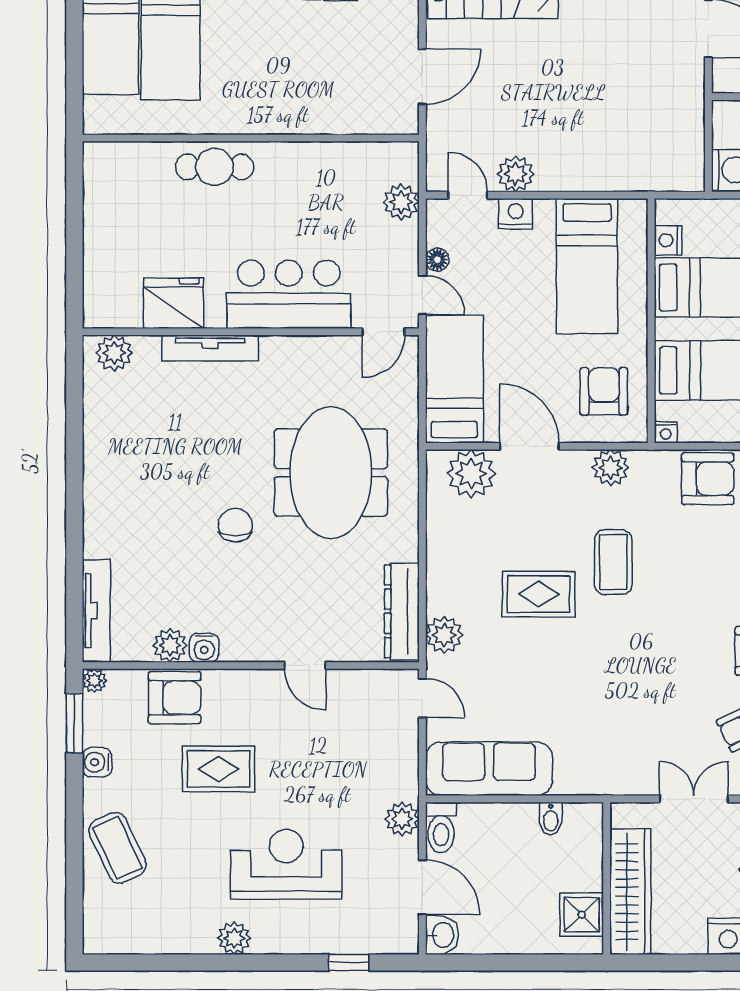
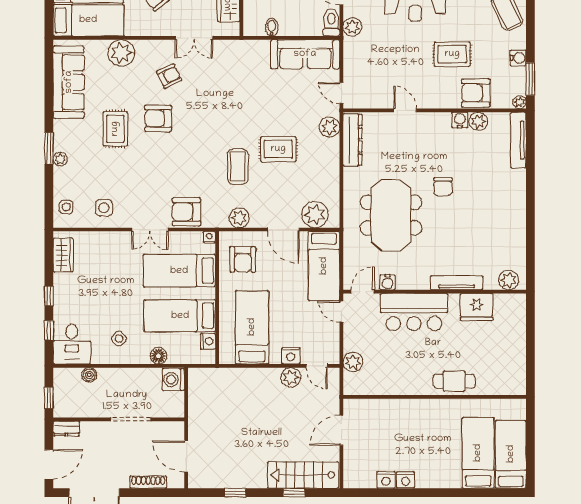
floor lamp: (437, 260) -> (333, 331), removed
water cooler: (337, 349) -> (388, 282), added

